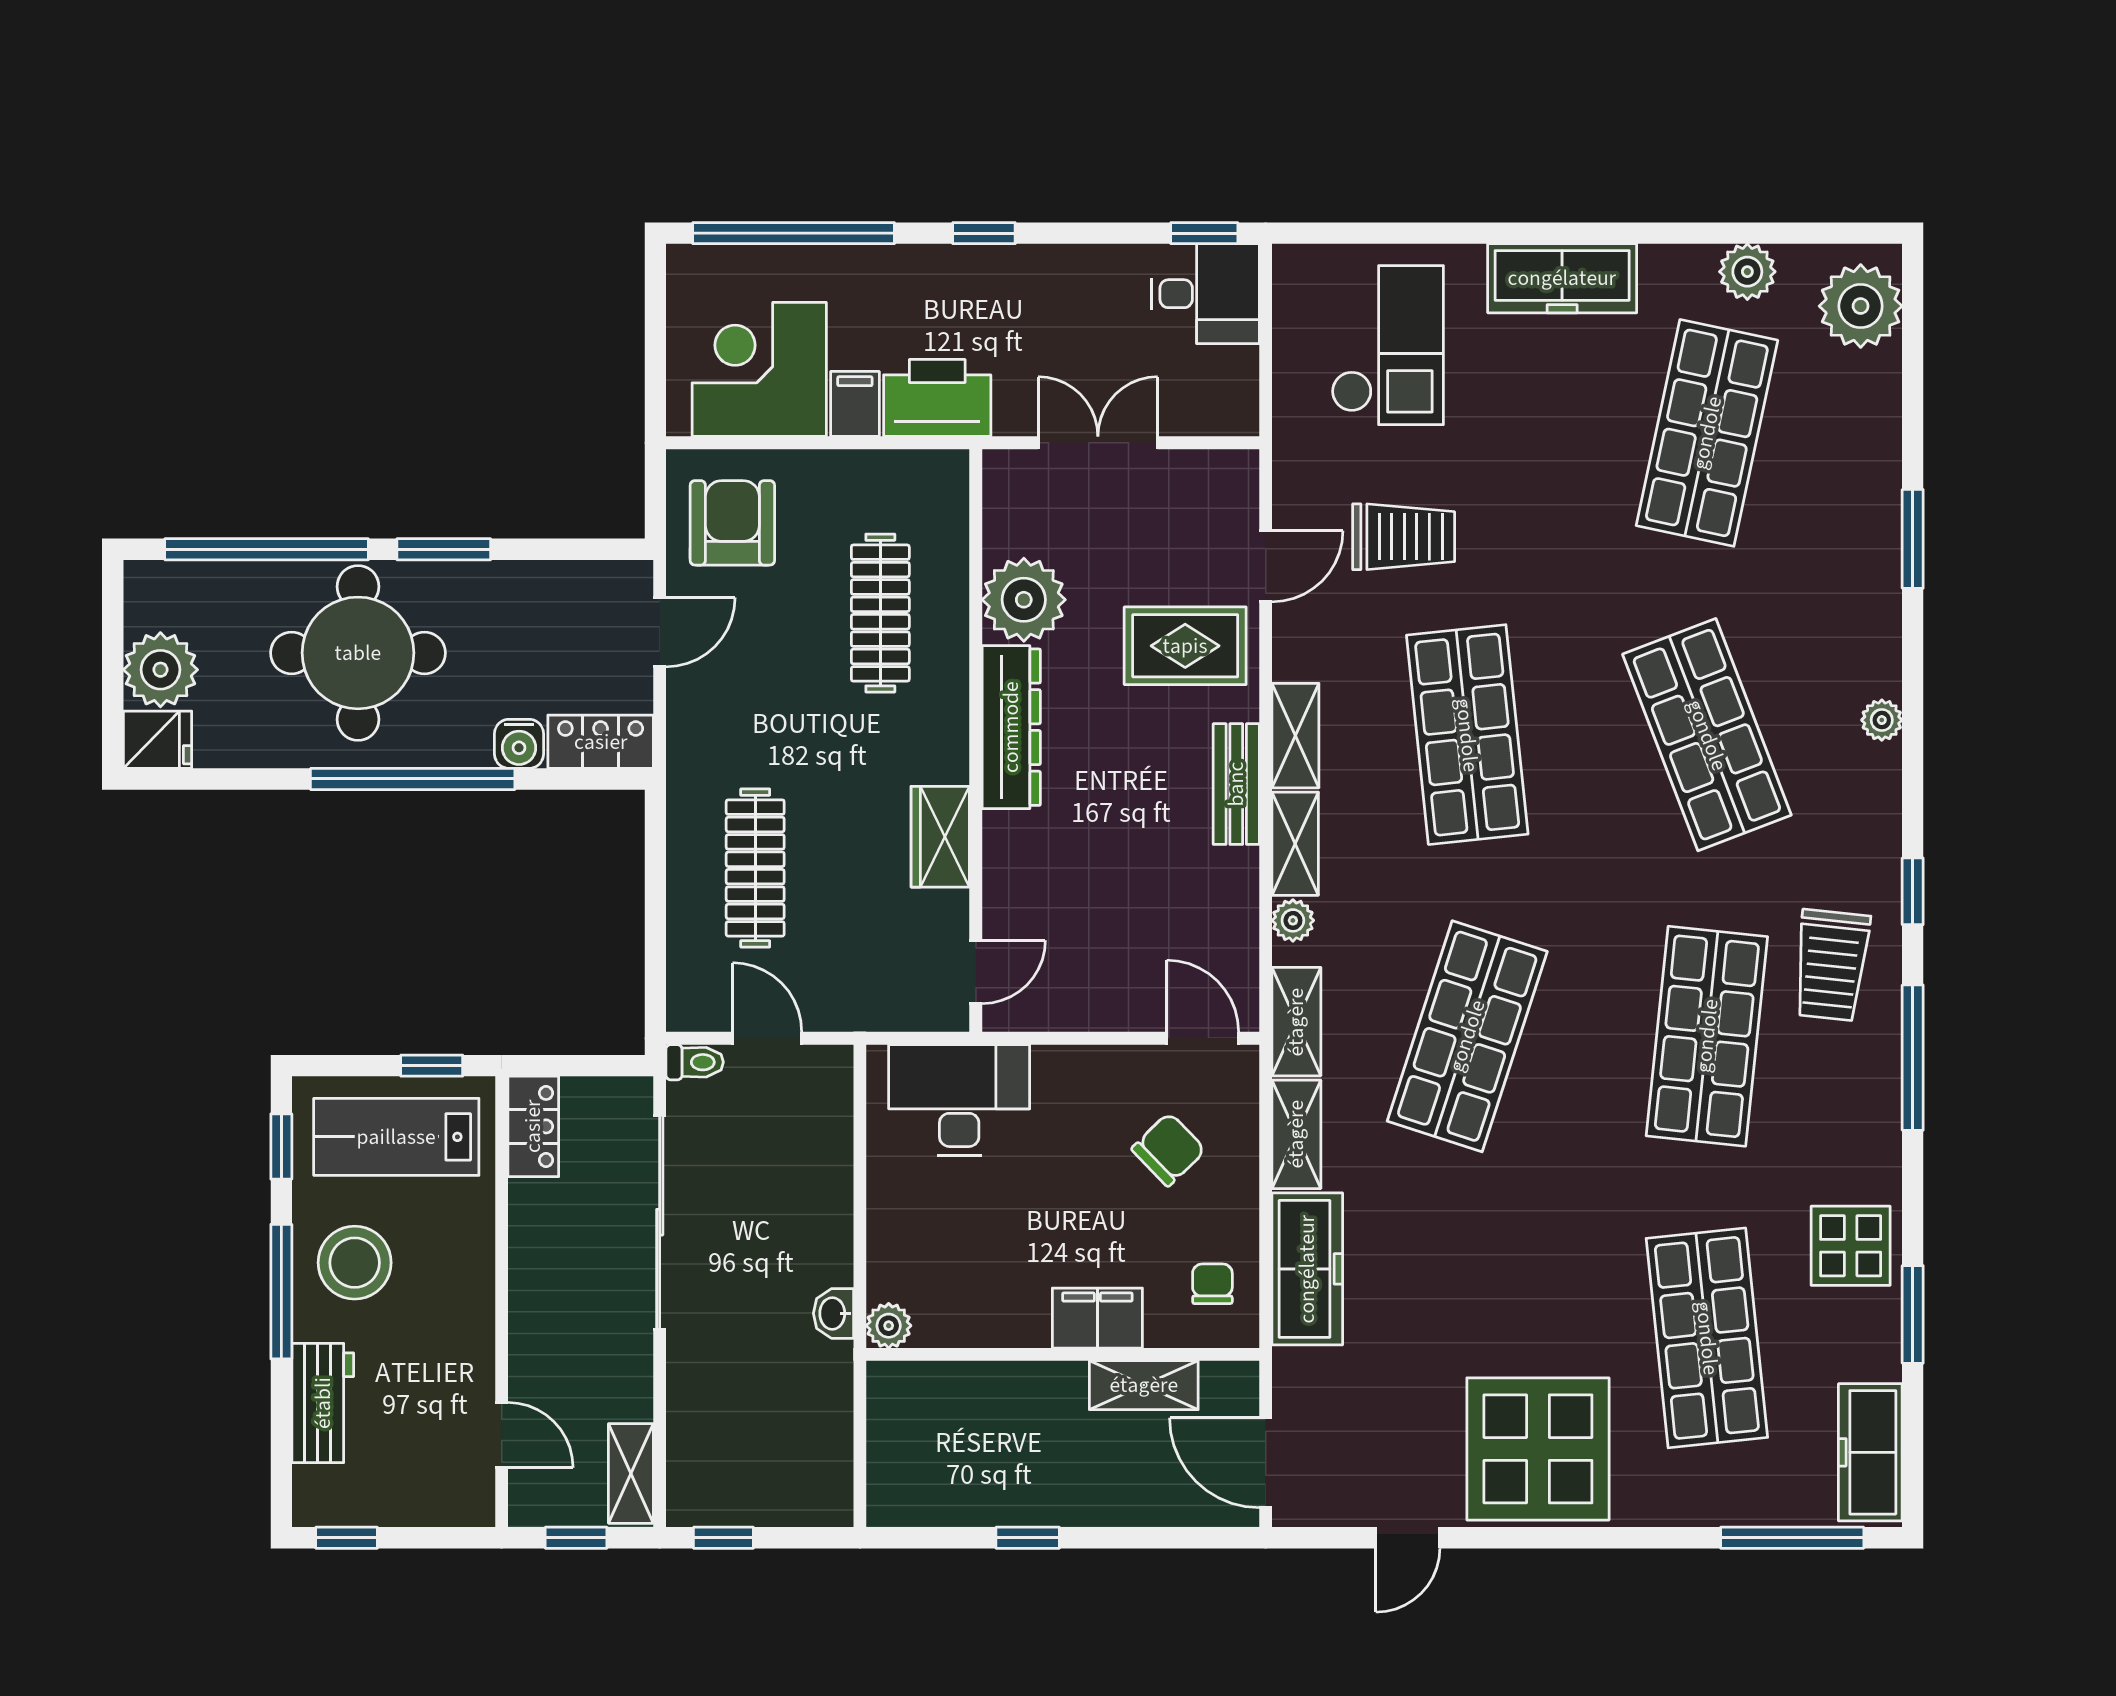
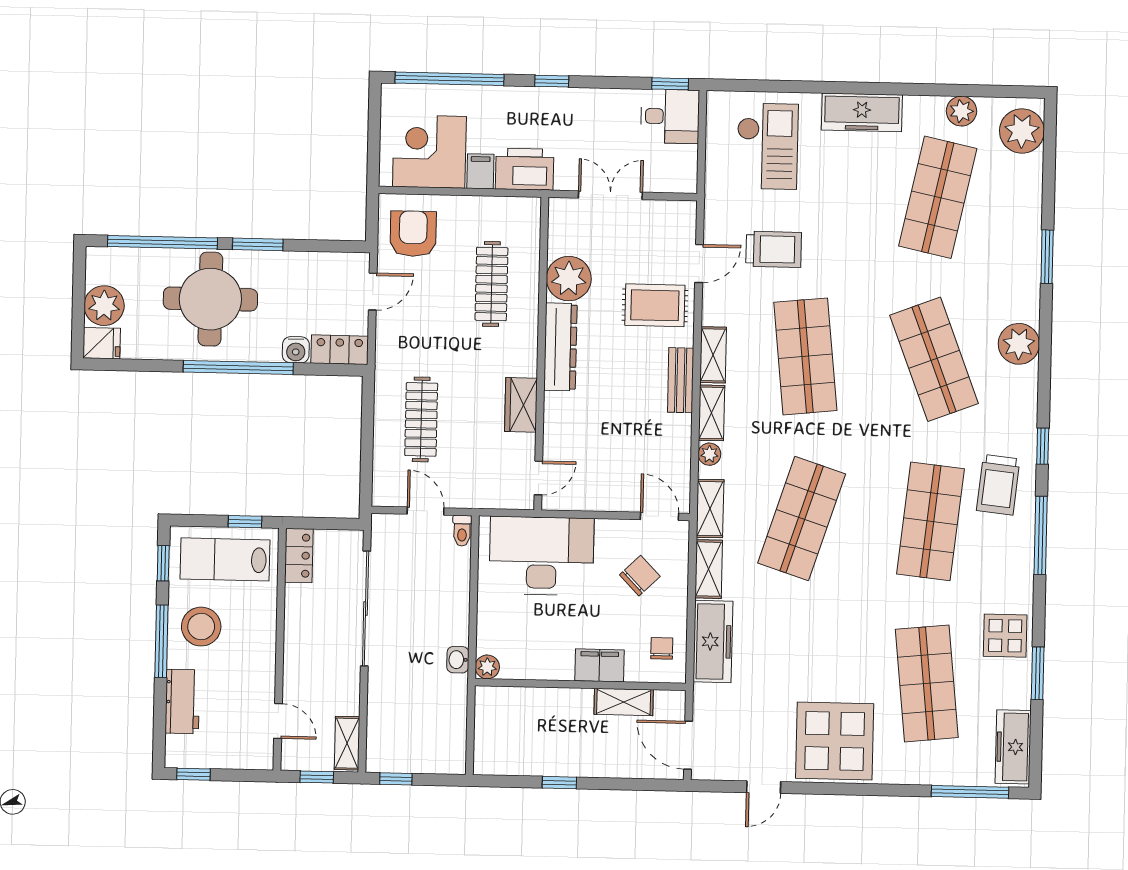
plant: (1882, 720) -> (1019, 344), width x1.88, depth x1.88
toilet: (695, 1062) -> (462, 531), moved, turned 90
desk: (959, 1100) -> (542, 556), width x1.36, depth x1.30

